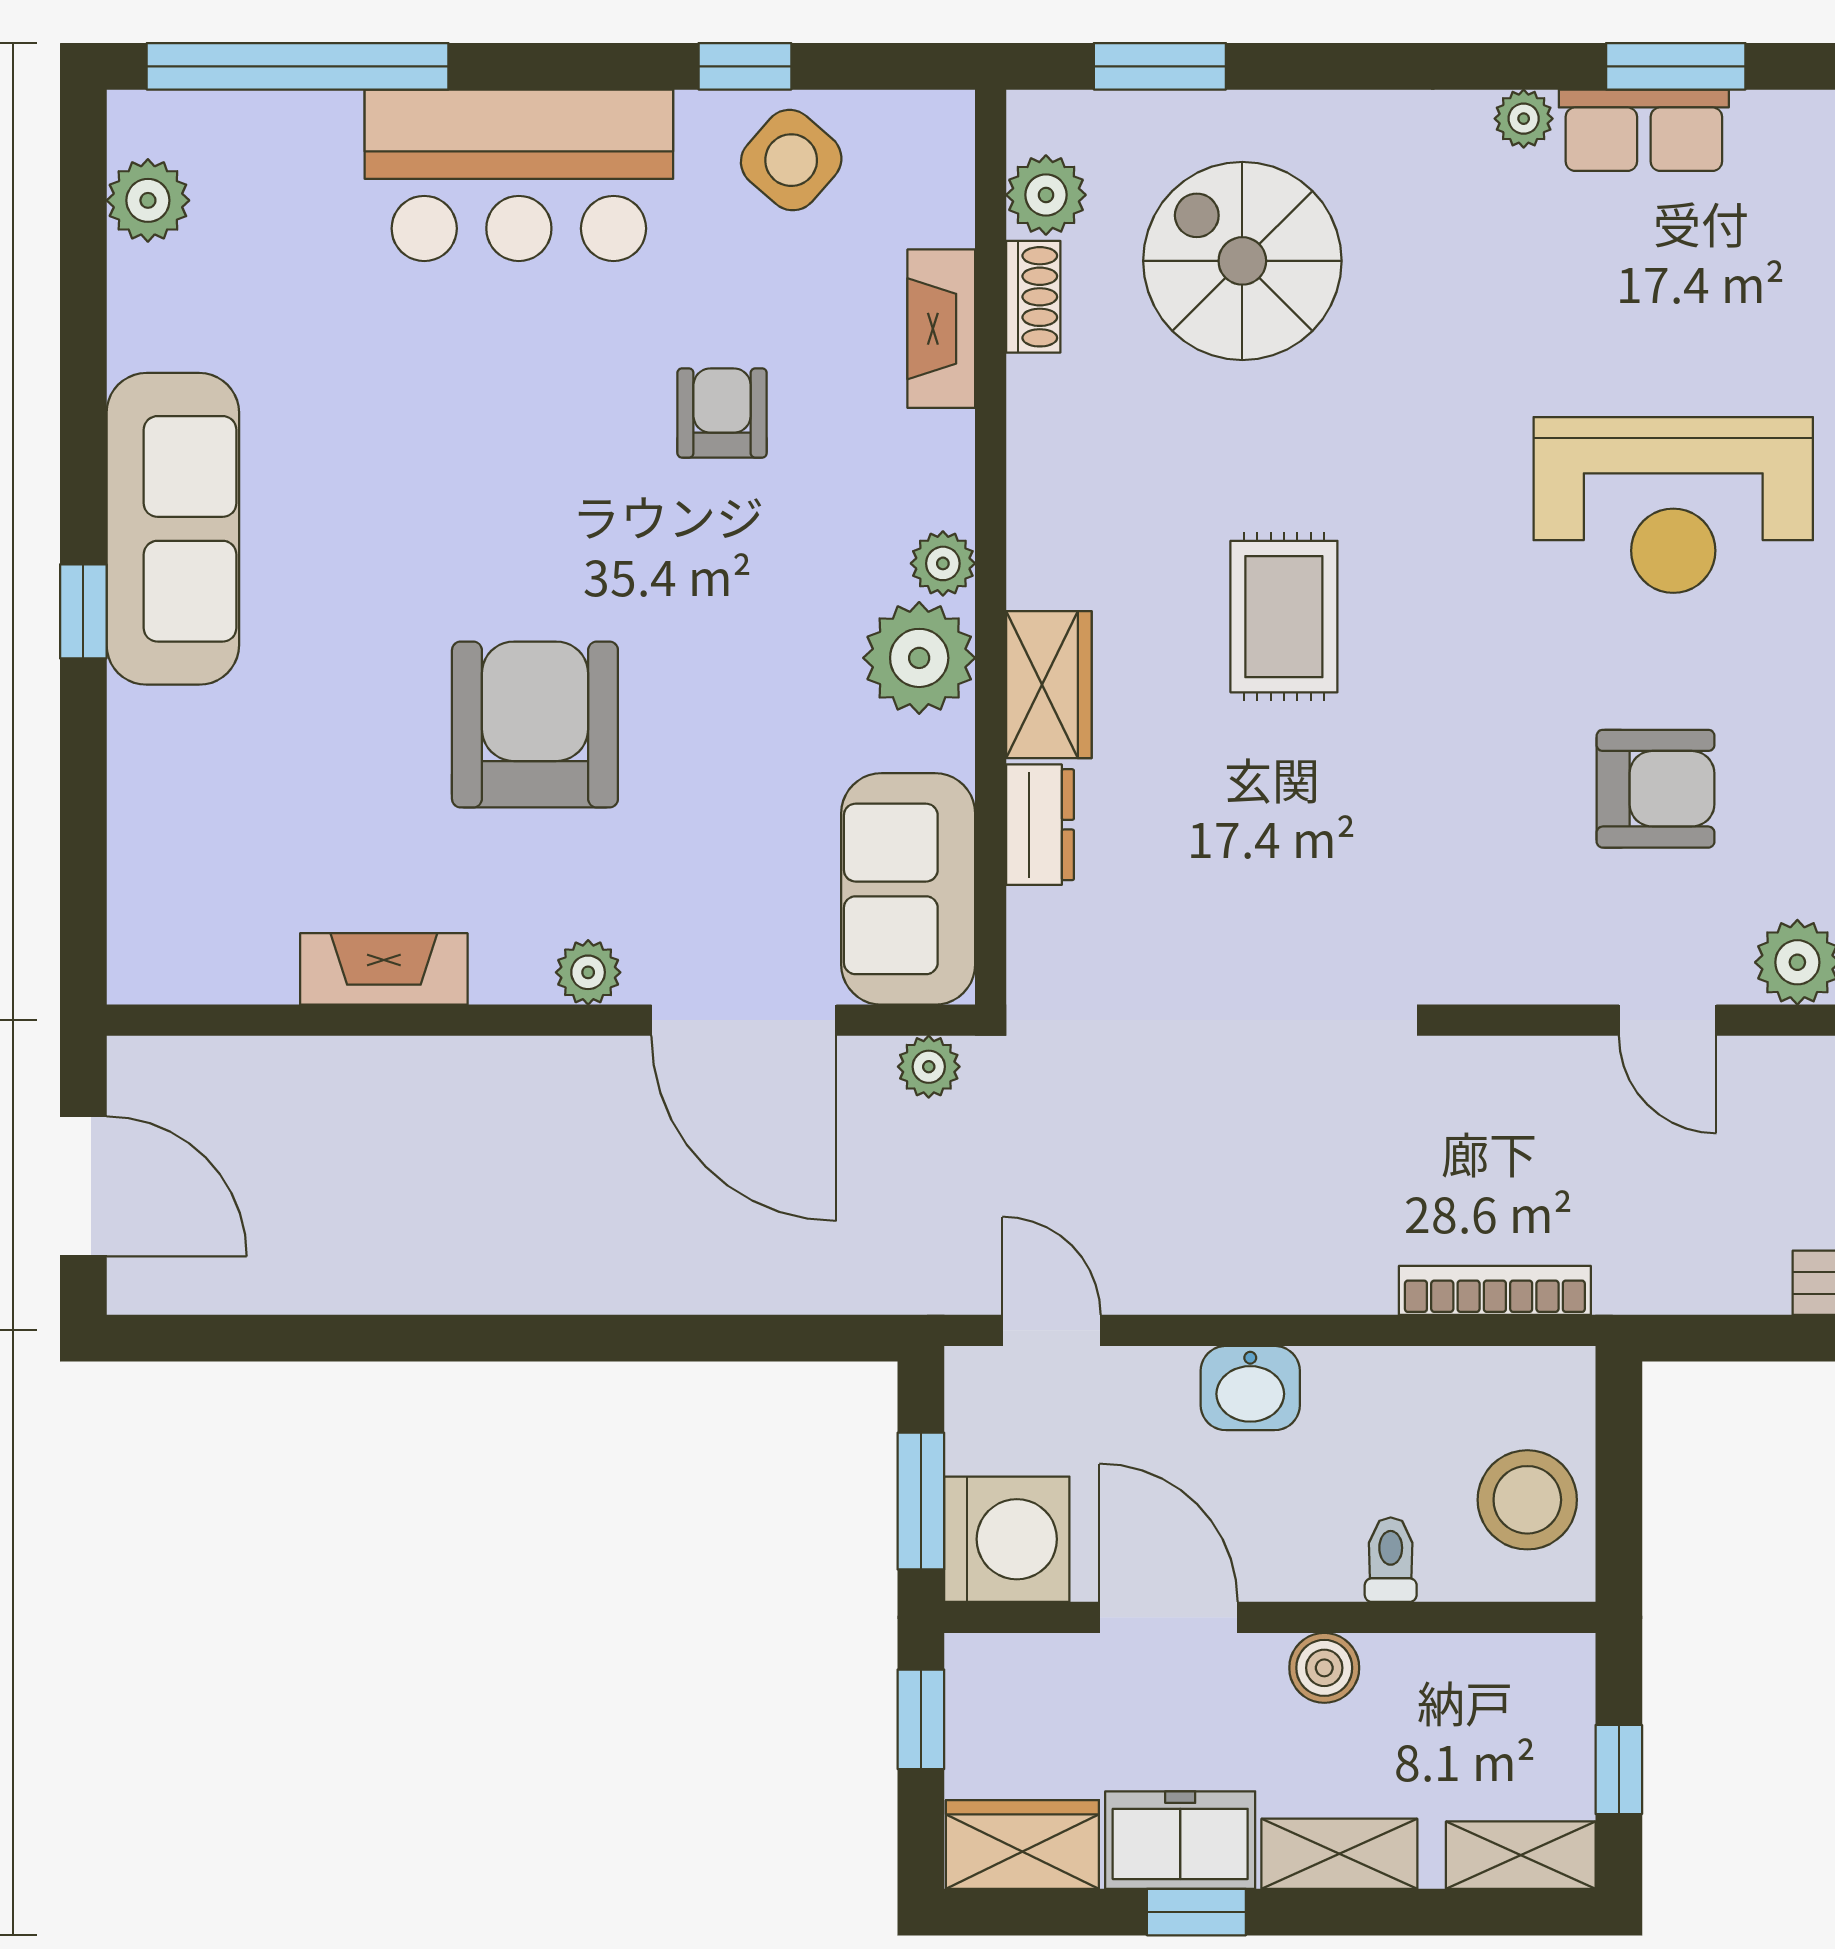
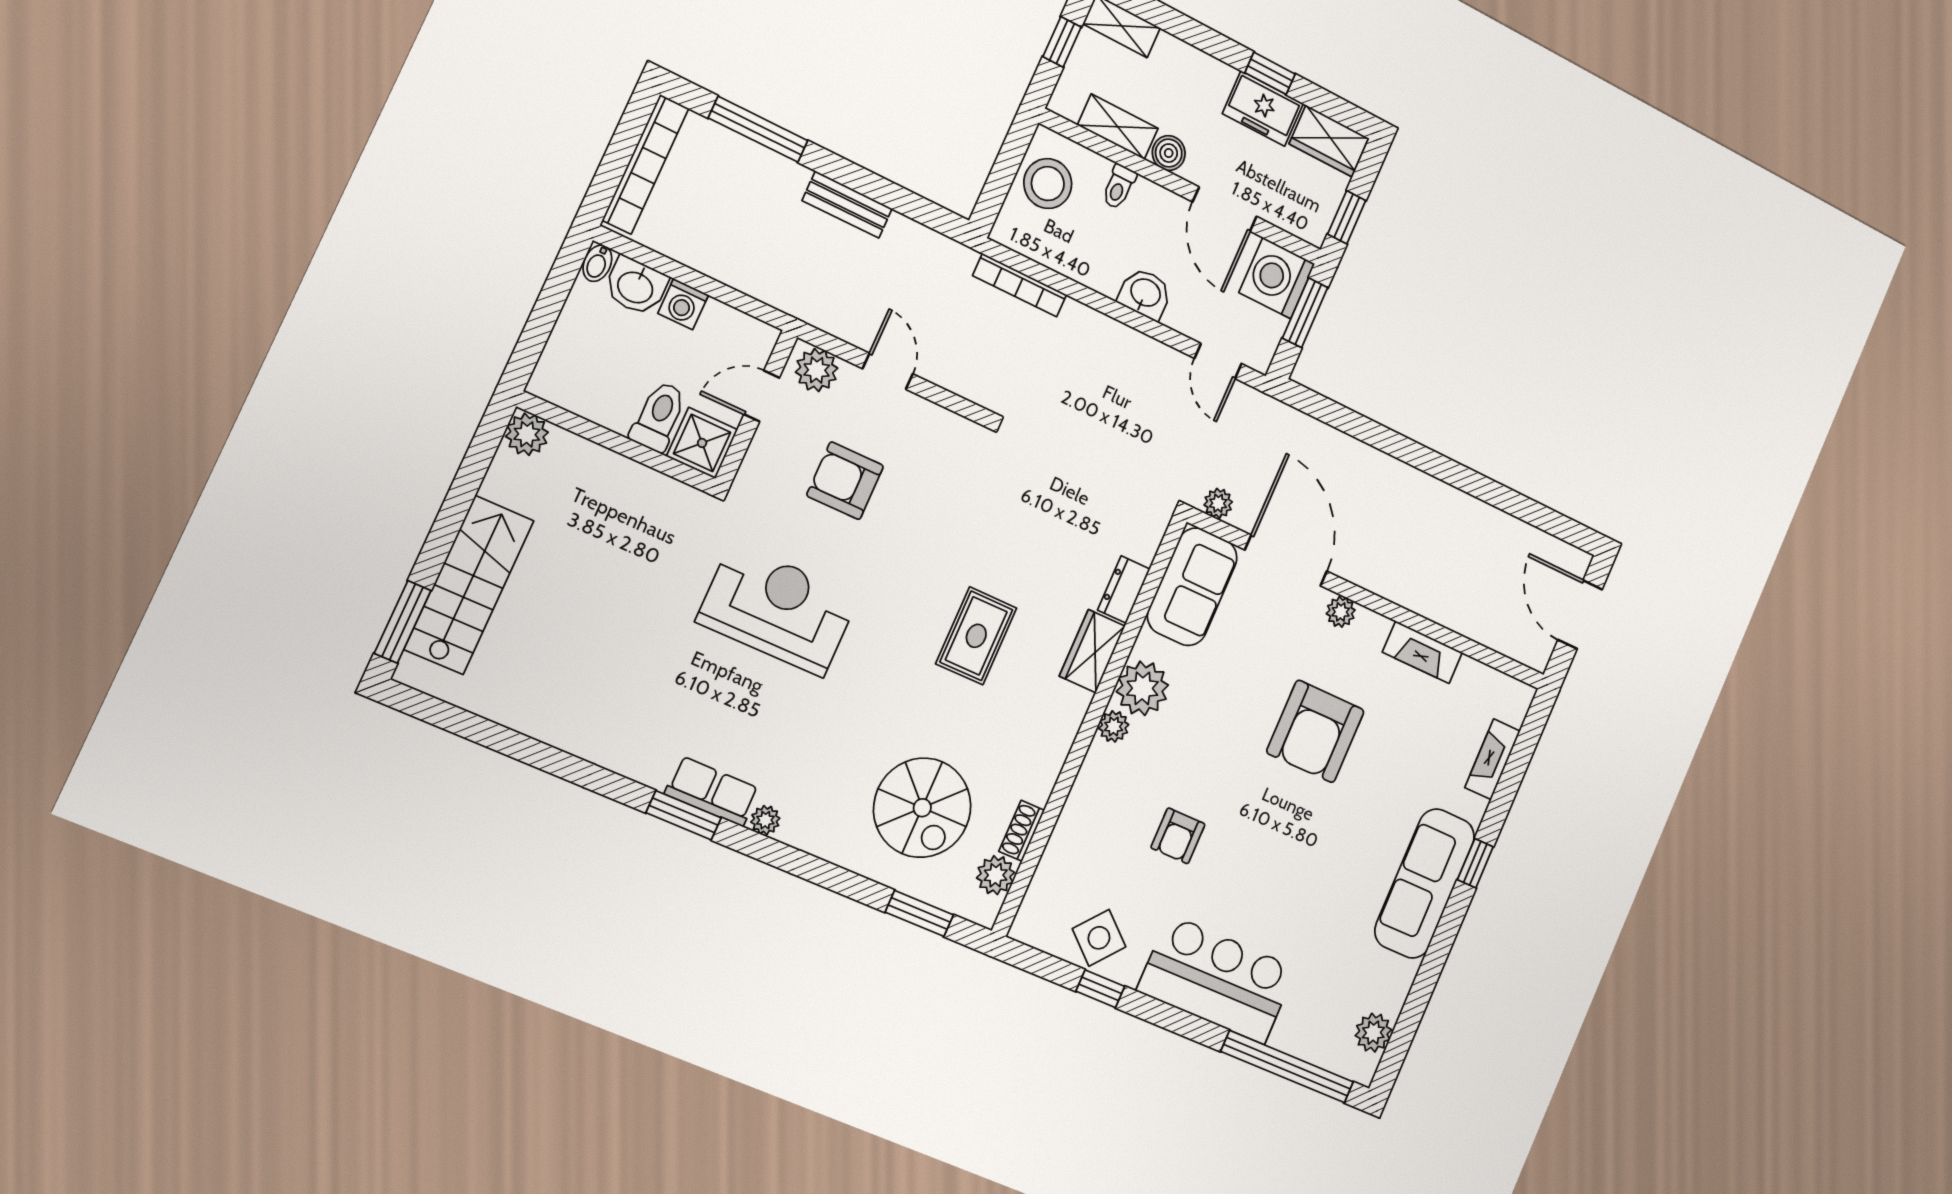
fireplace: (941, 329) -> (1492, 759), moved, turned 180
shelving: (1339, 1854) -> (1118, 127), moved

